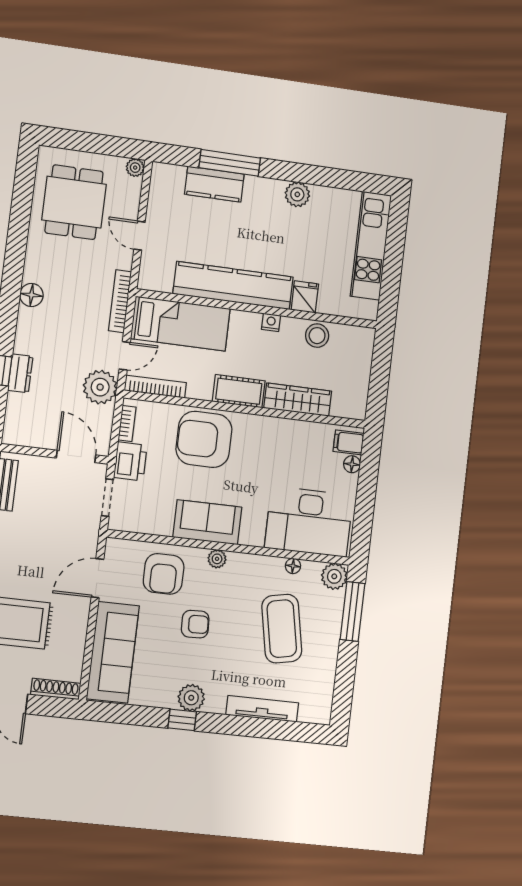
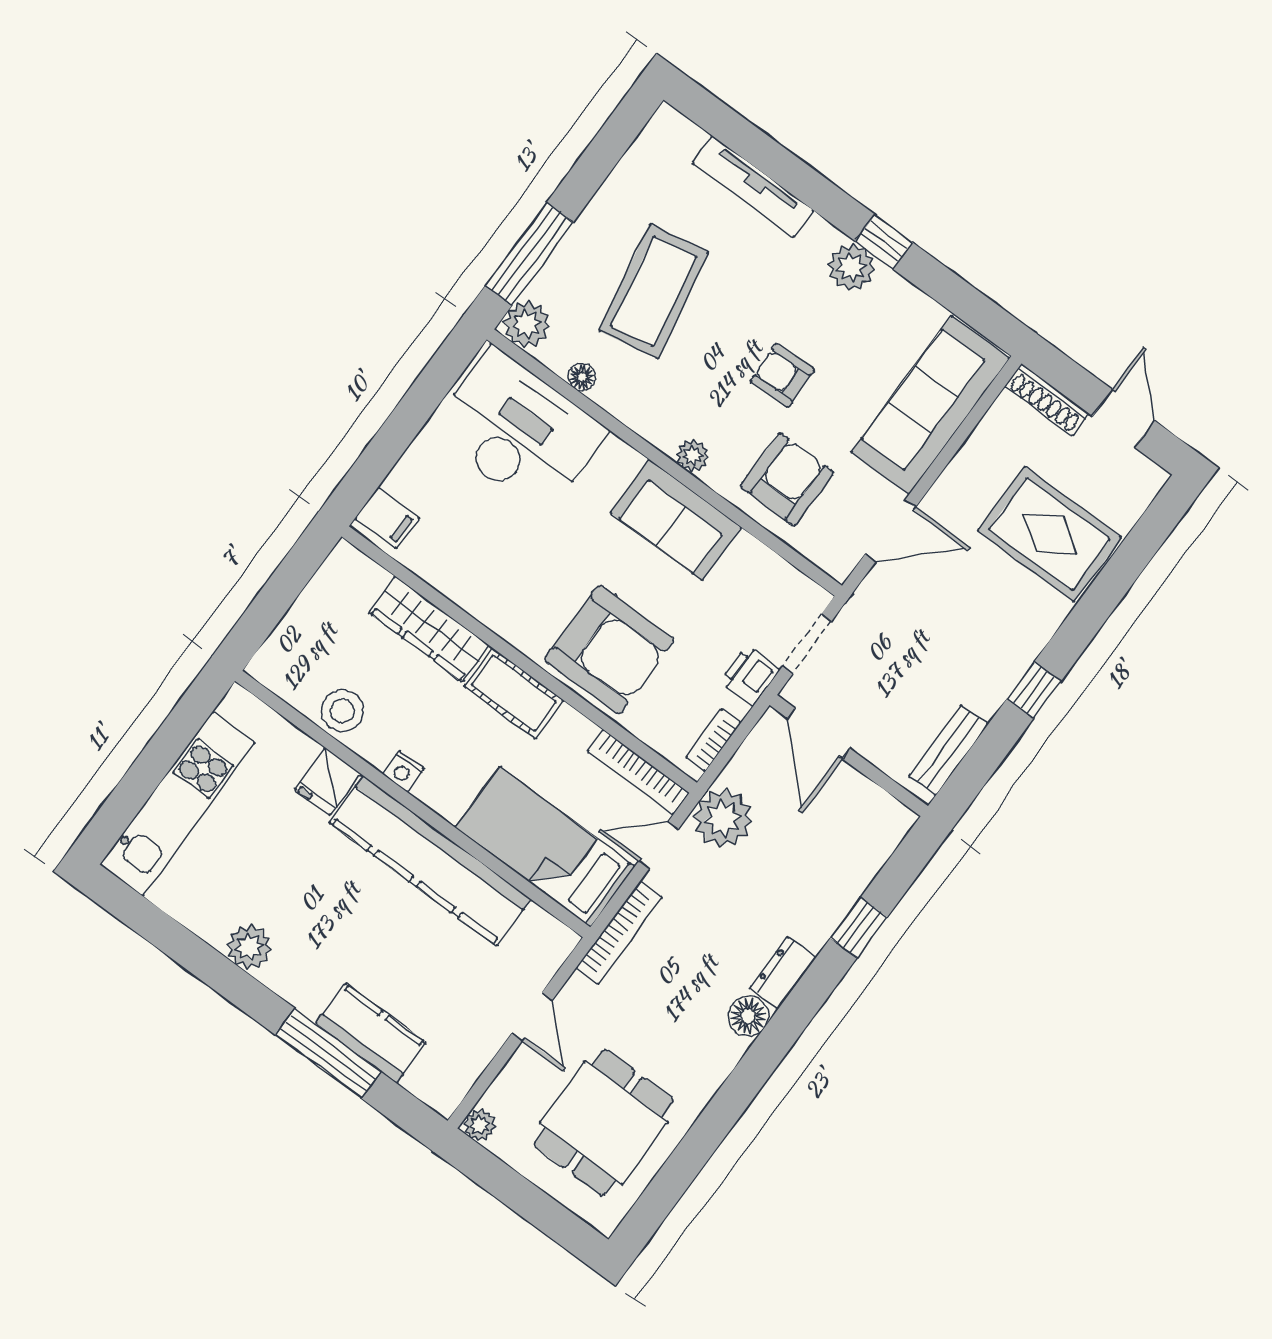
dresser: (20, 373) -> (783, 973), moved
printer: (130, 461) -> (750, 676), width x0.73, depth x0.81
floor lamp: (352, 464) -> (401, 481), removed

